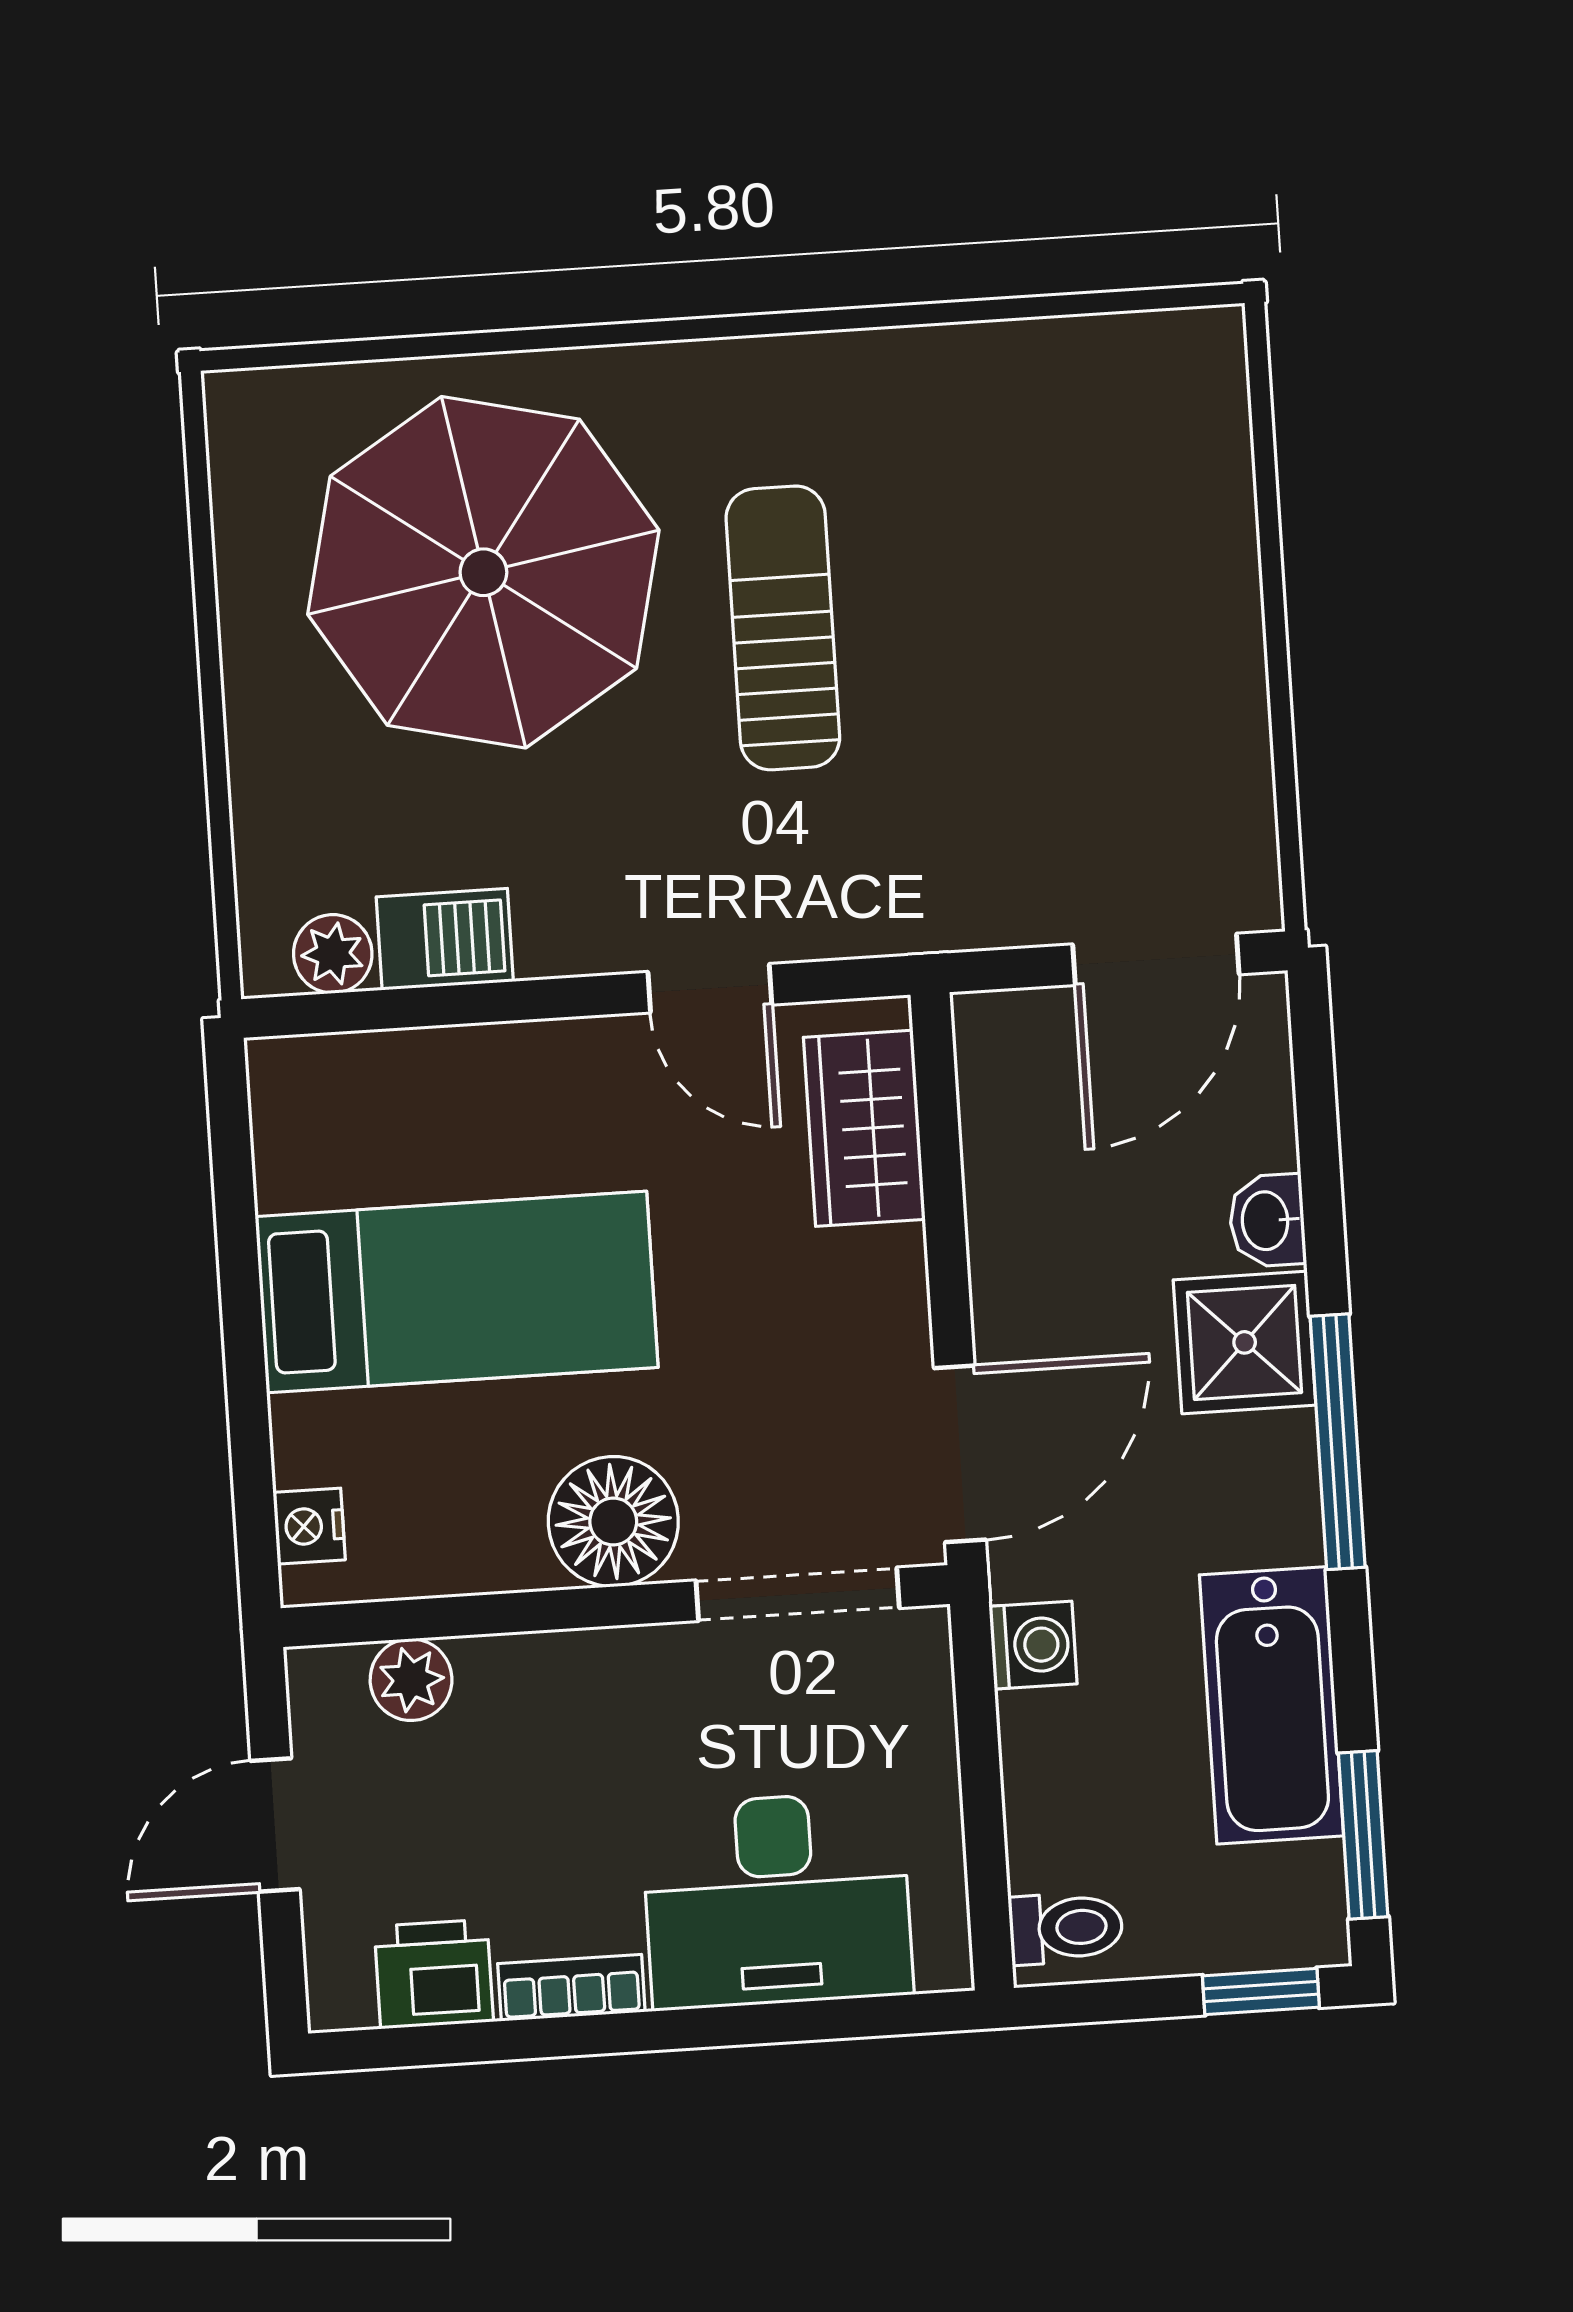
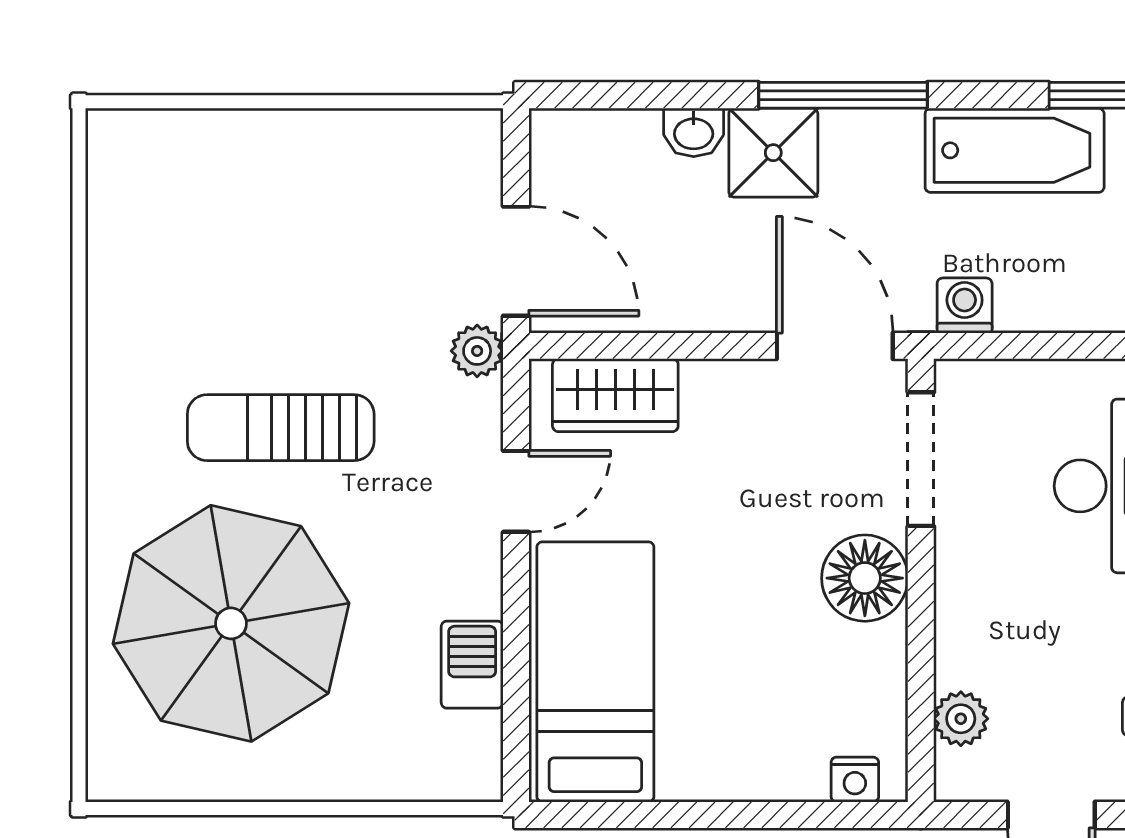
plant: (333, 954) -> (477, 351), moved
door: (1156, 959) -> (516, 261), moved
bed: (457, 1292) -> (595, 672), moved

